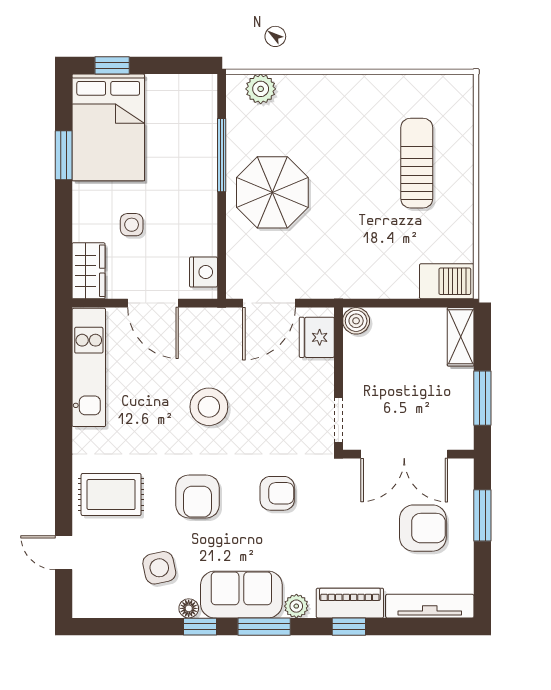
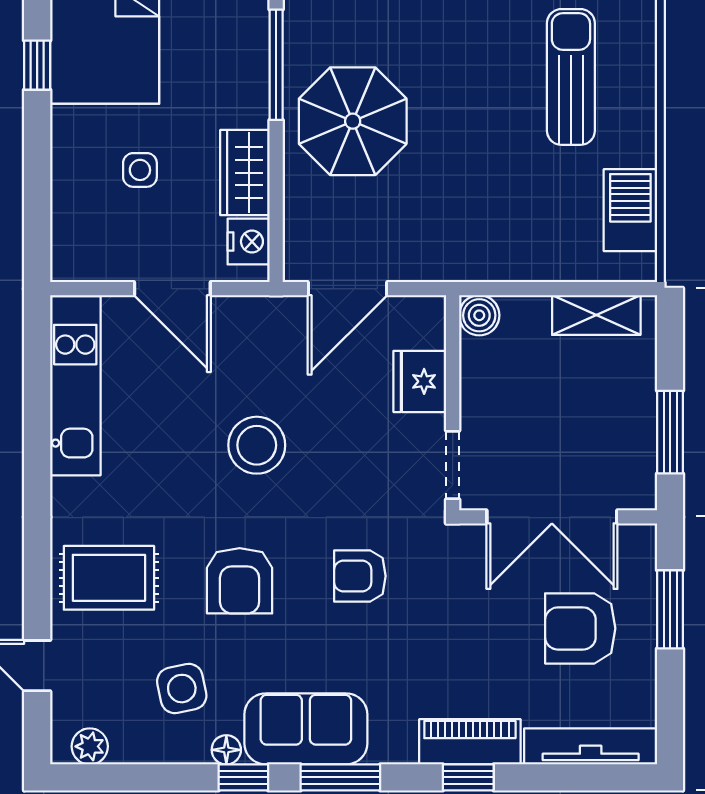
window: (64, 155) -> (37, 65), width x0.67
wardrobe: (88, 271) -> (245, 173), moved, turned 180
barbecue: (447, 281) -> (630, 210), moved, turned -90
fridge: (317, 337) -> (420, 381), moved
shelving: (461, 337) -> (596, 315), moved, turned 90
armchair: (277, 493) -> (360, 576), turned 180
armchair: (423, 528) -> (580, 628), turned 180
plant: (296, 606) -> (90, 746), moved

